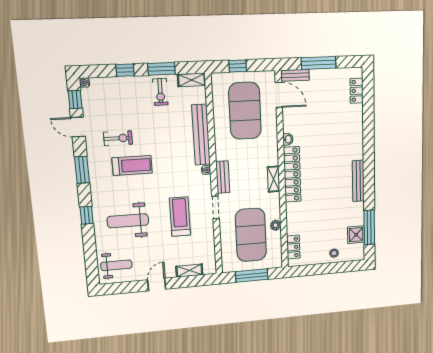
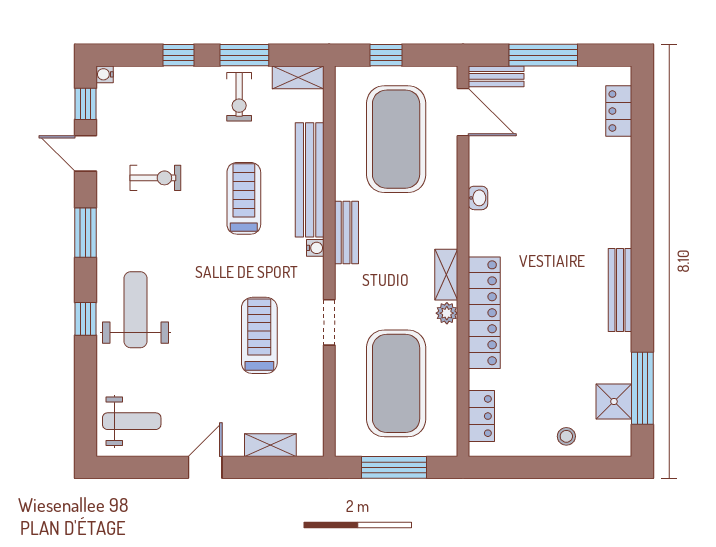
treadmill: (132, 165) -> (244, 198), moved, turned -90
locker: (292, 174) -> (484, 313), moved
bench: (223, 177) -> (346, 232), moved
weight bench: (128, 221) -> (135, 310), moved, turned 90
plant: (276, 225) -> (447, 313), moved

